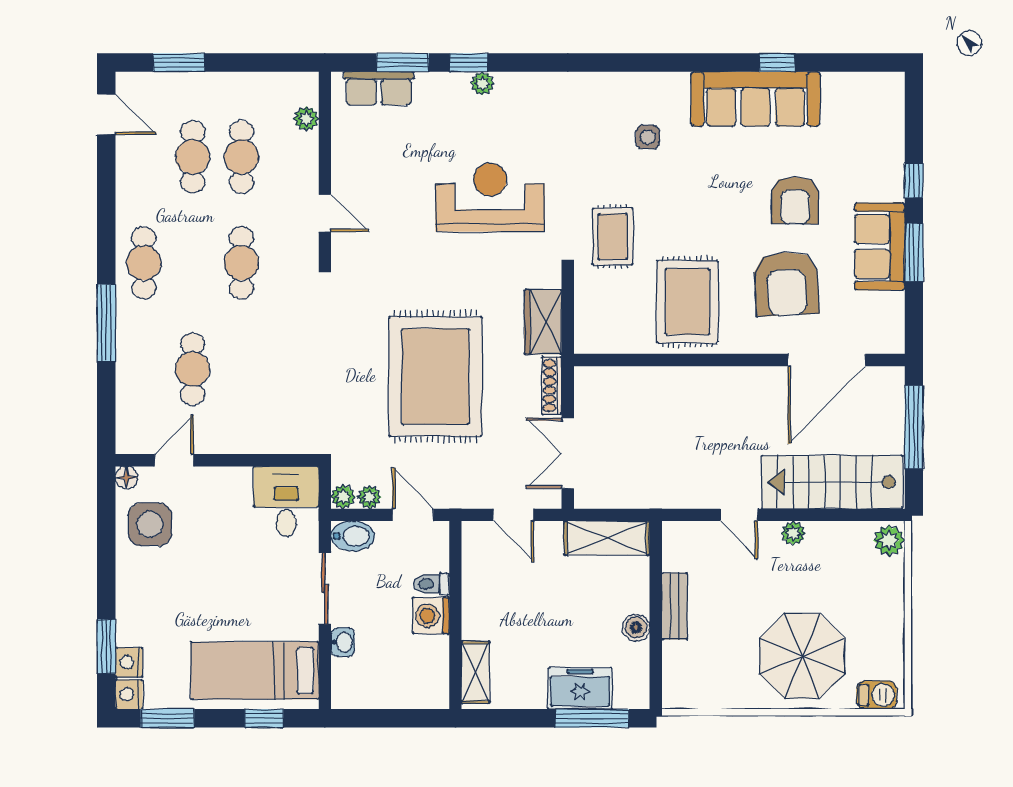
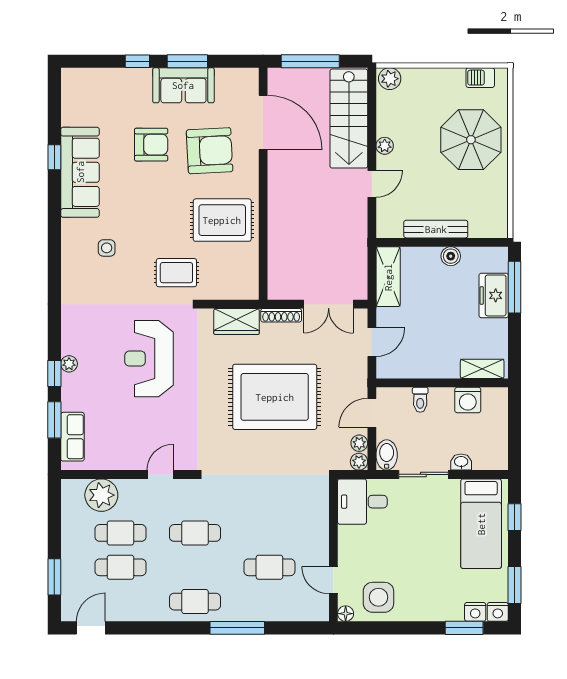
plant: (306, 119) -> (101, 495), width x1.88, depth x1.88
bench: (675, 606) -> (436, 229), width x1.36
washing machine: (431, 616) -> (468, 400), moved
barbecue: (877, 695) -> (480, 78), moved, turned -90

